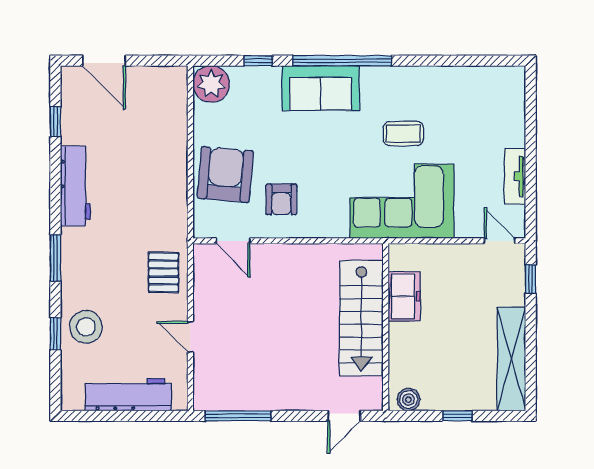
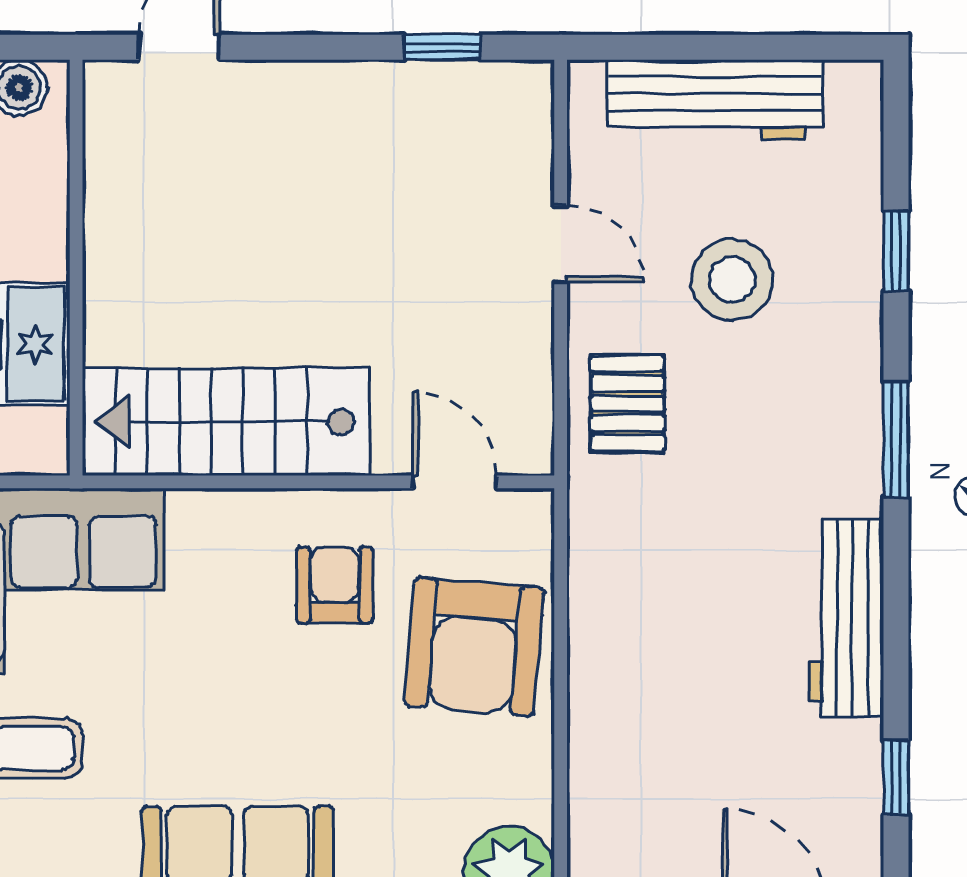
stairs: (361, 318) -> (227, 422), moved, turned -90
stool: (86, 327) -> (732, 279), moved
window: (238, 416) -> (442, 47), width x0.46

